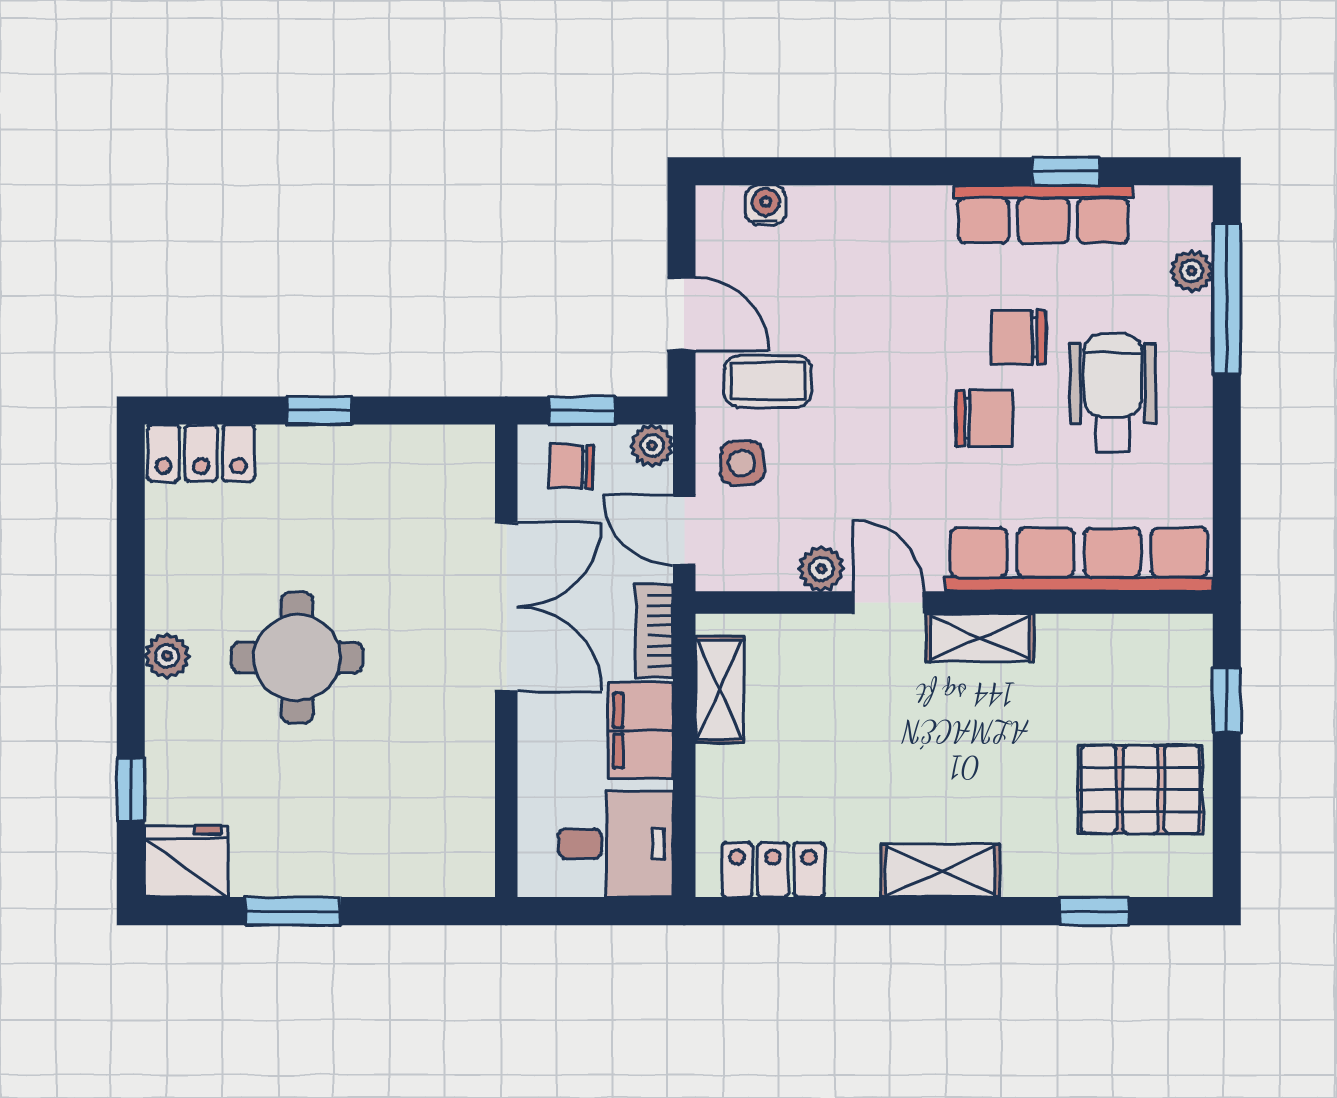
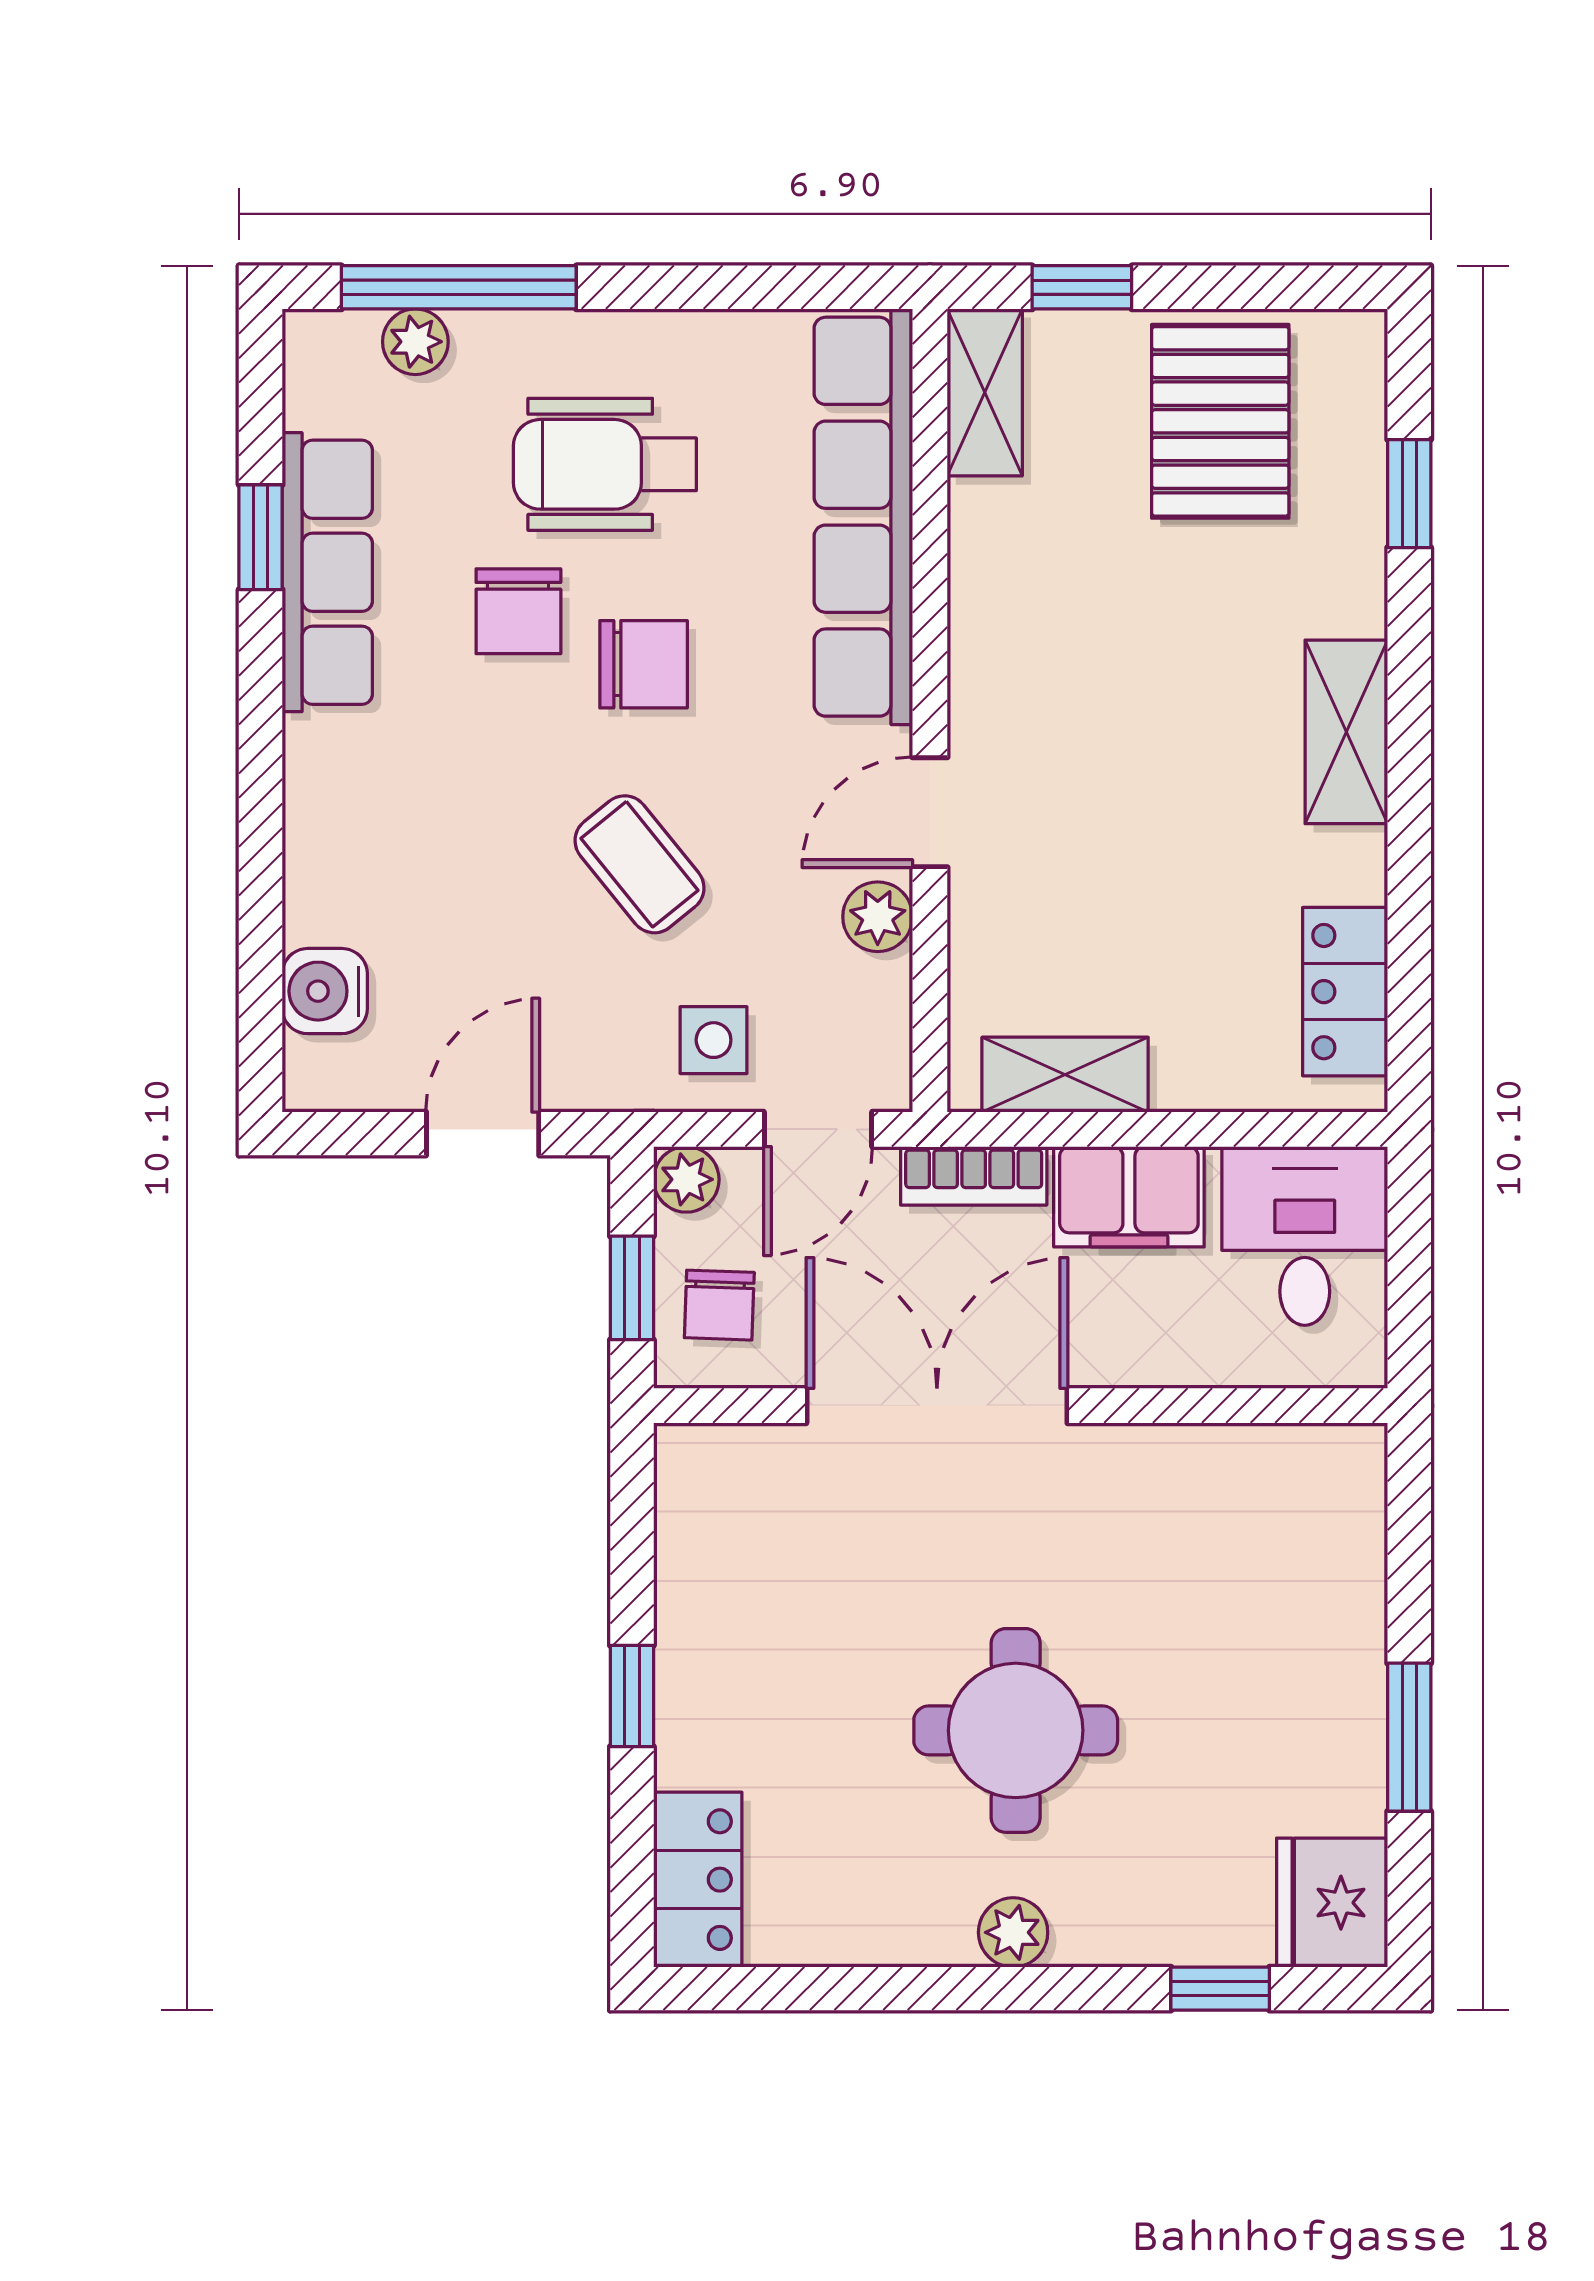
water cooler: (766, 205) -> (325, 991), width x1.38, depth x1.38
coffee table: (768, 381) -> (640, 864), moved, turned -39
chair: (984, 418) -> (644, 664), turned 90
shelving: (980, 638) -> (985, 392), moved

